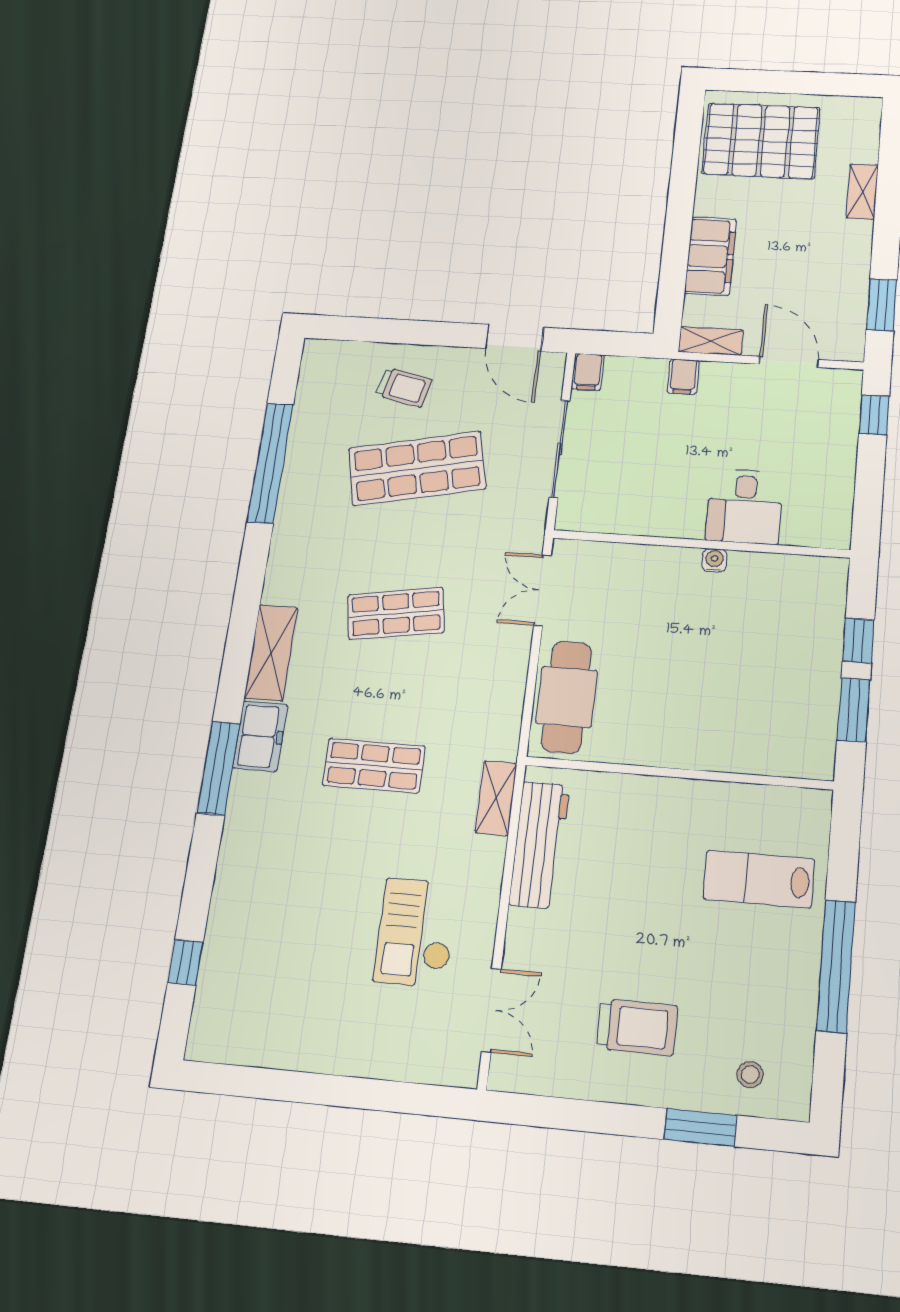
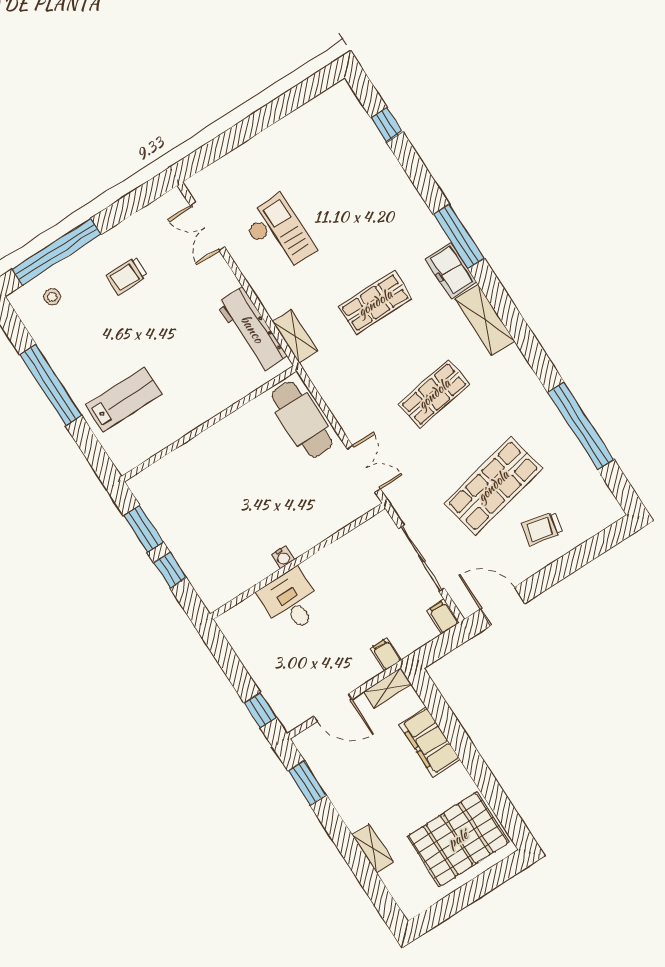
trolley: (637, 1027) -> (127, 276), width x0.73, depth x0.72
window: (700, 1127) -> (57, 252), width x2.11

